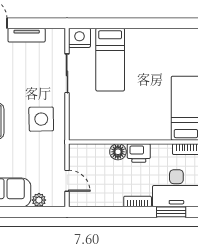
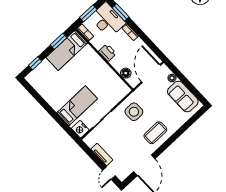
floor lamp: (118, 152) -> (126, 73), moved
door: (67, 181) -> (151, 73), width x1.87

